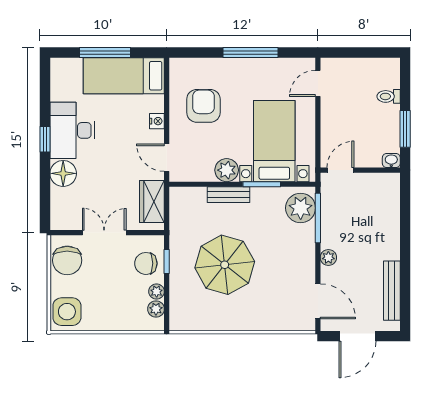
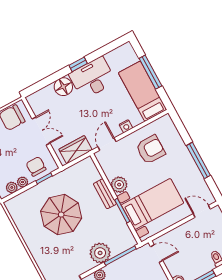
plant: (301, 208) -> (100, 253), moved

